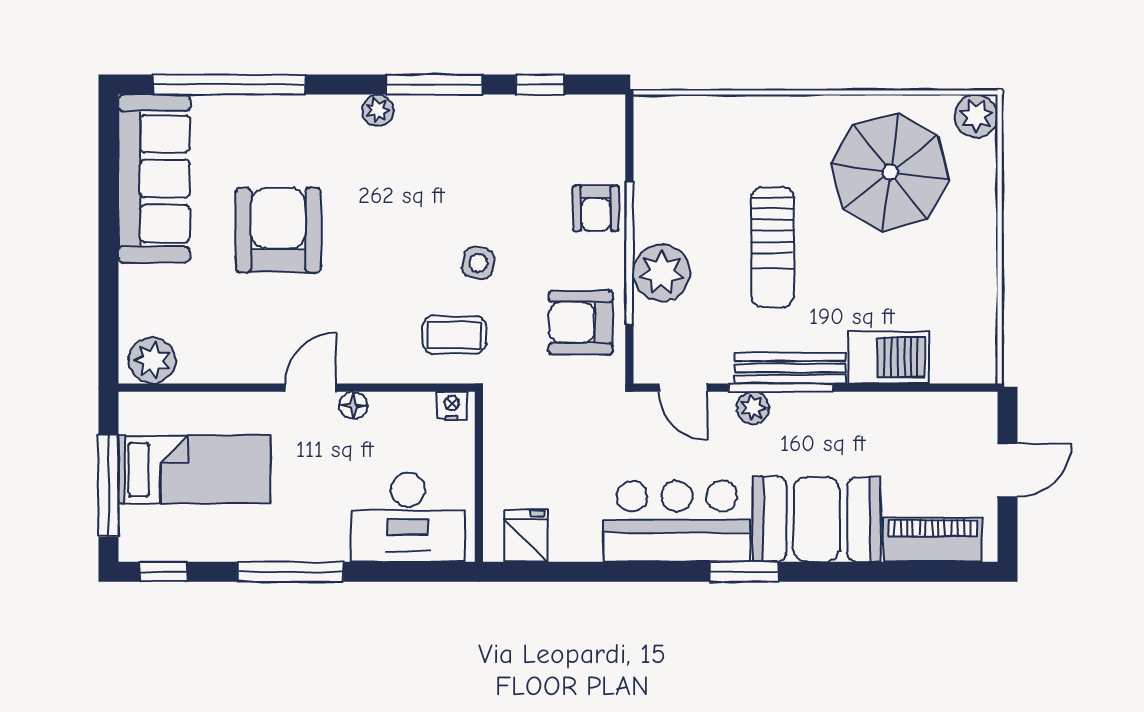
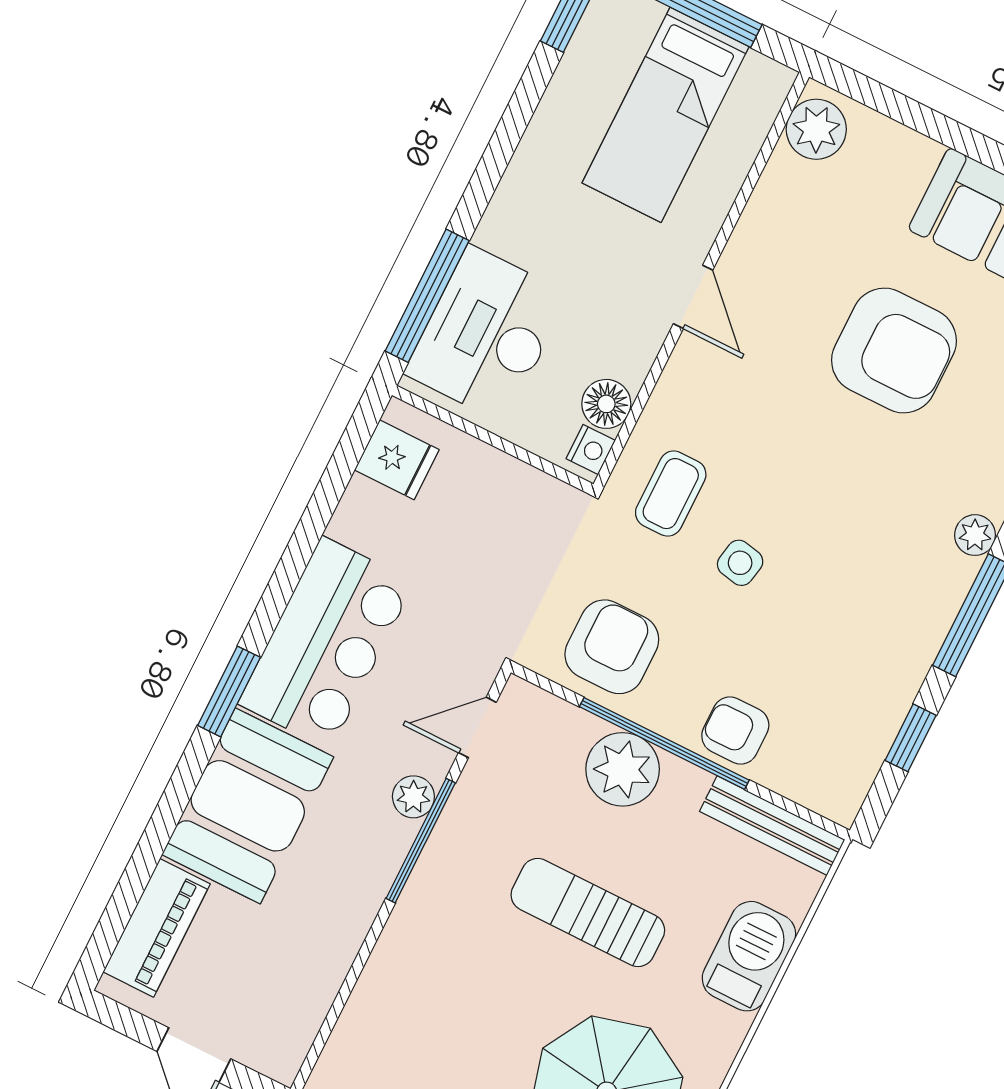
barbecue: (889, 357) -> (749, 956), moved, turned 180
bench: (790, 368) -> (772, 826), moved, turned 90
floor lamp: (353, 405) -> (606, 404), moved, width x1.37, depth x1.37
window: (290, 572) -> (427, 296), moved

